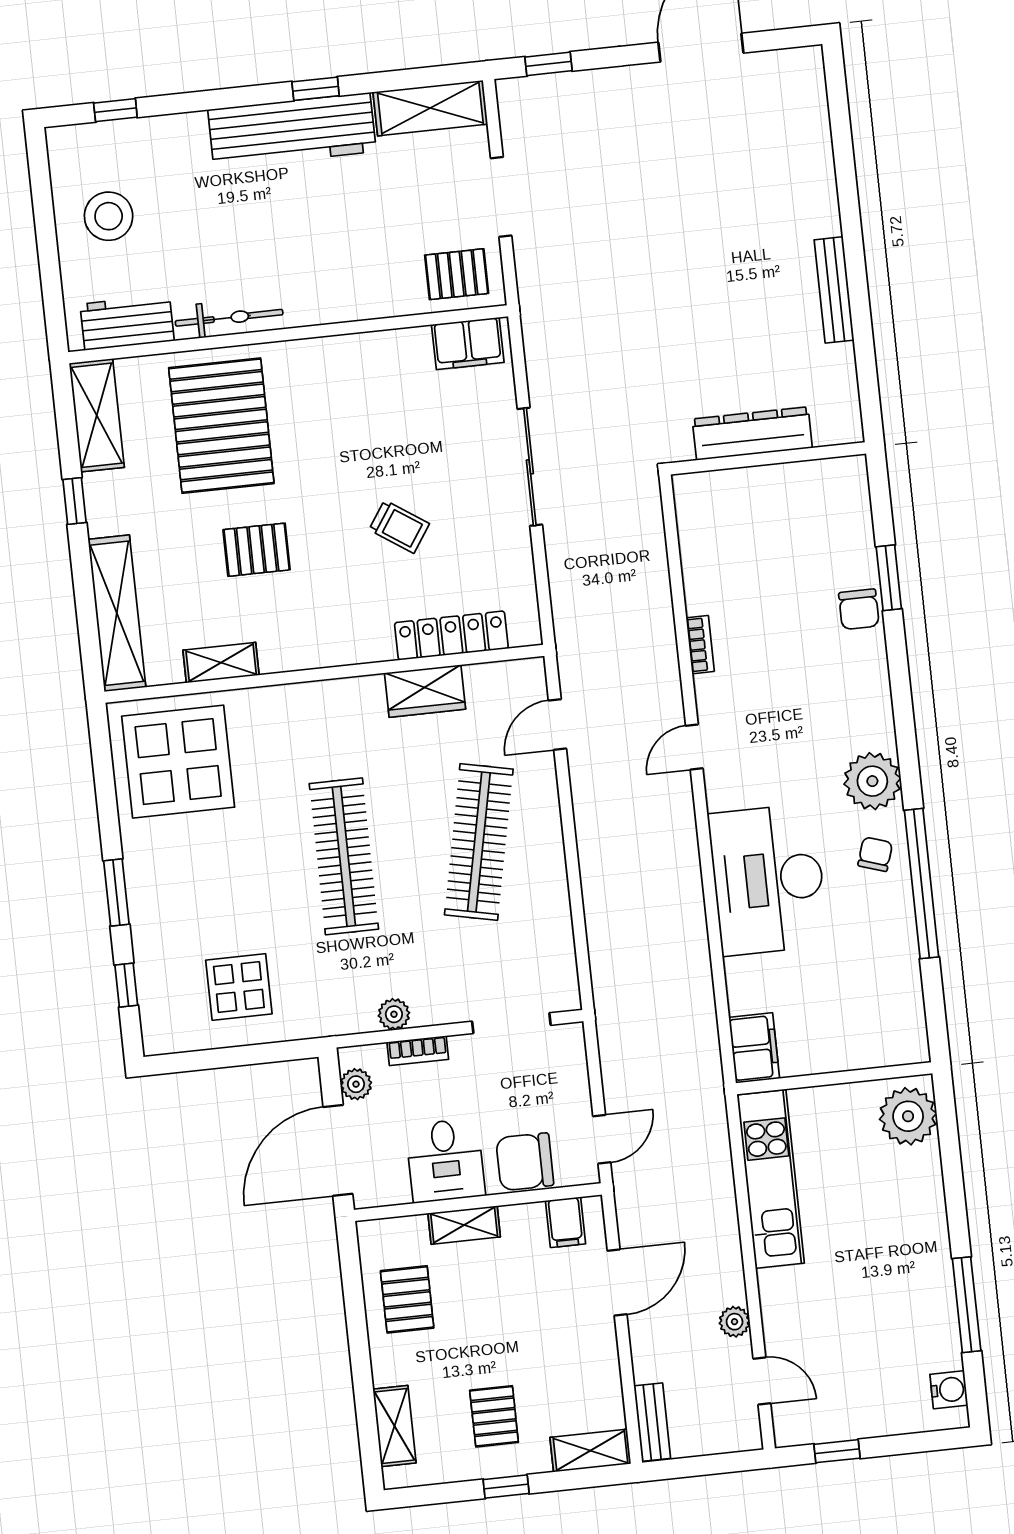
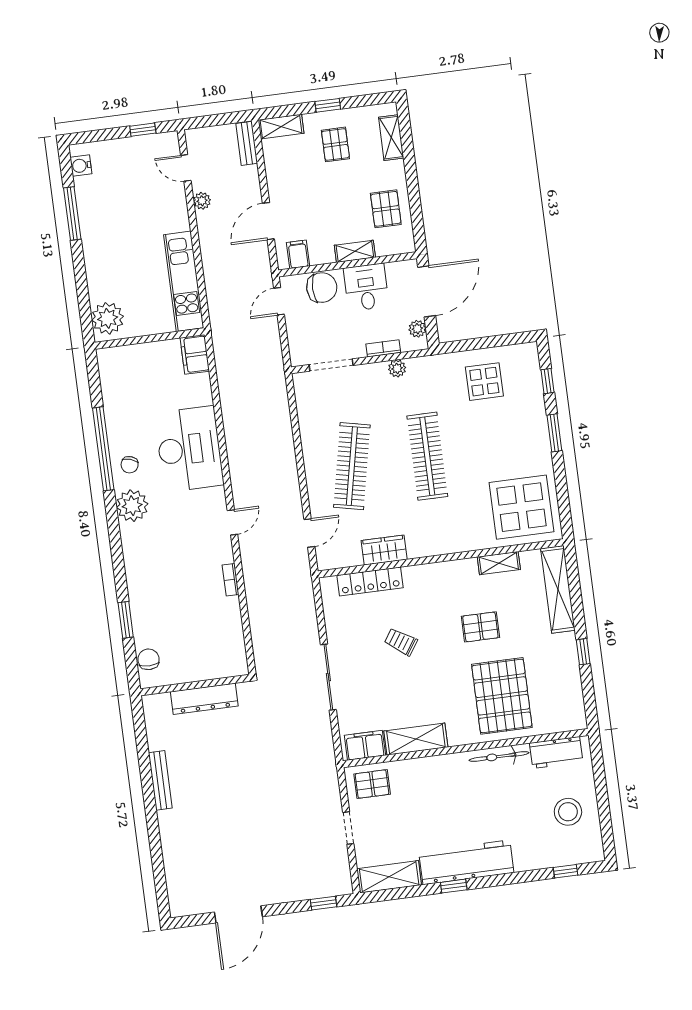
doorway: (501, 197) -> (348, 828), width x0.73
shelving: (97, 415) -> (416, 739), moved, turned 90
chair: (859, 609) -> (149, 659), moved

